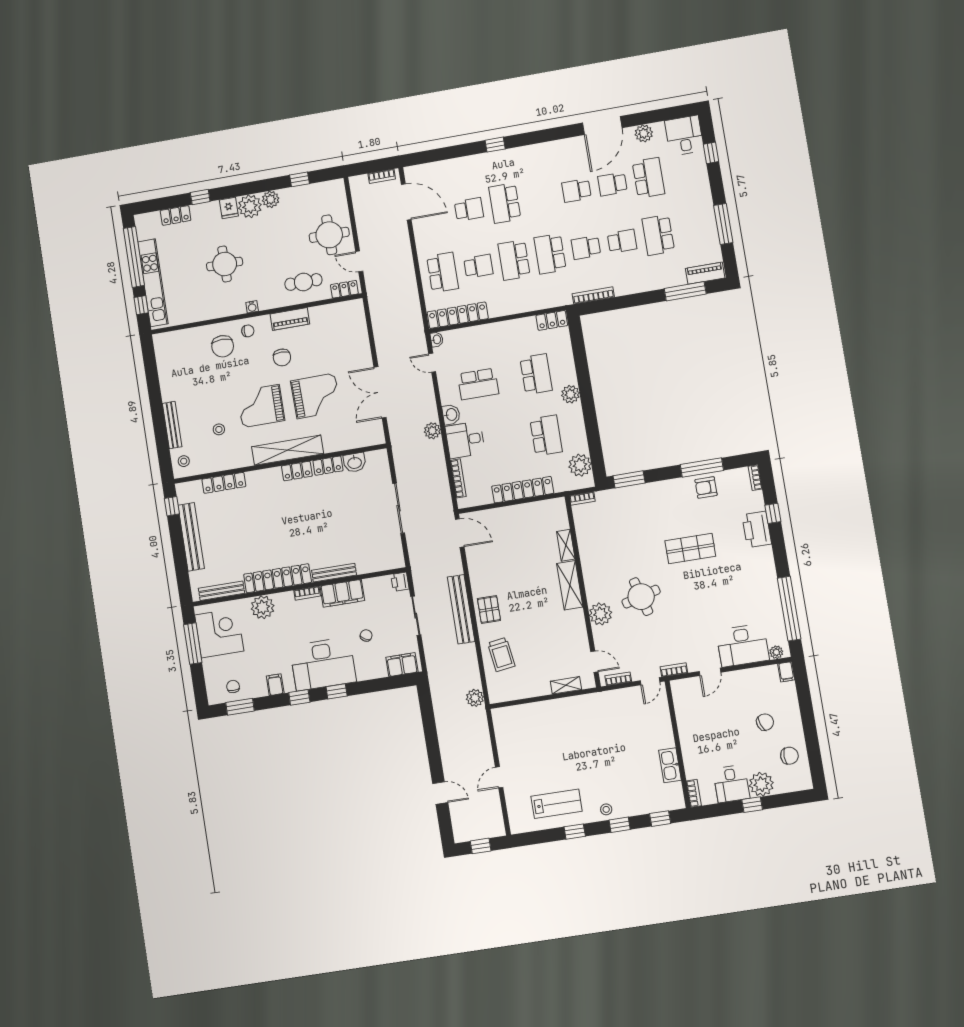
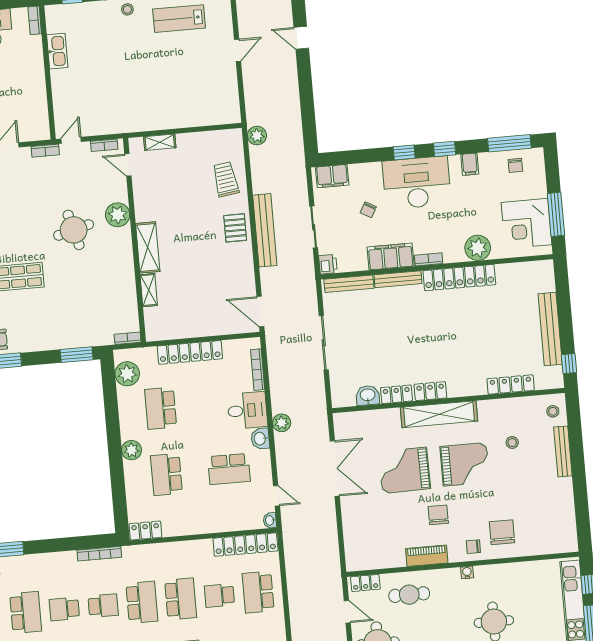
school desk: (478, 384) -> (229, 469), turned 180
bench: (221, 591) -> (349, 284), moved
window: (240, 707) -> (509, 143), width x1.44

